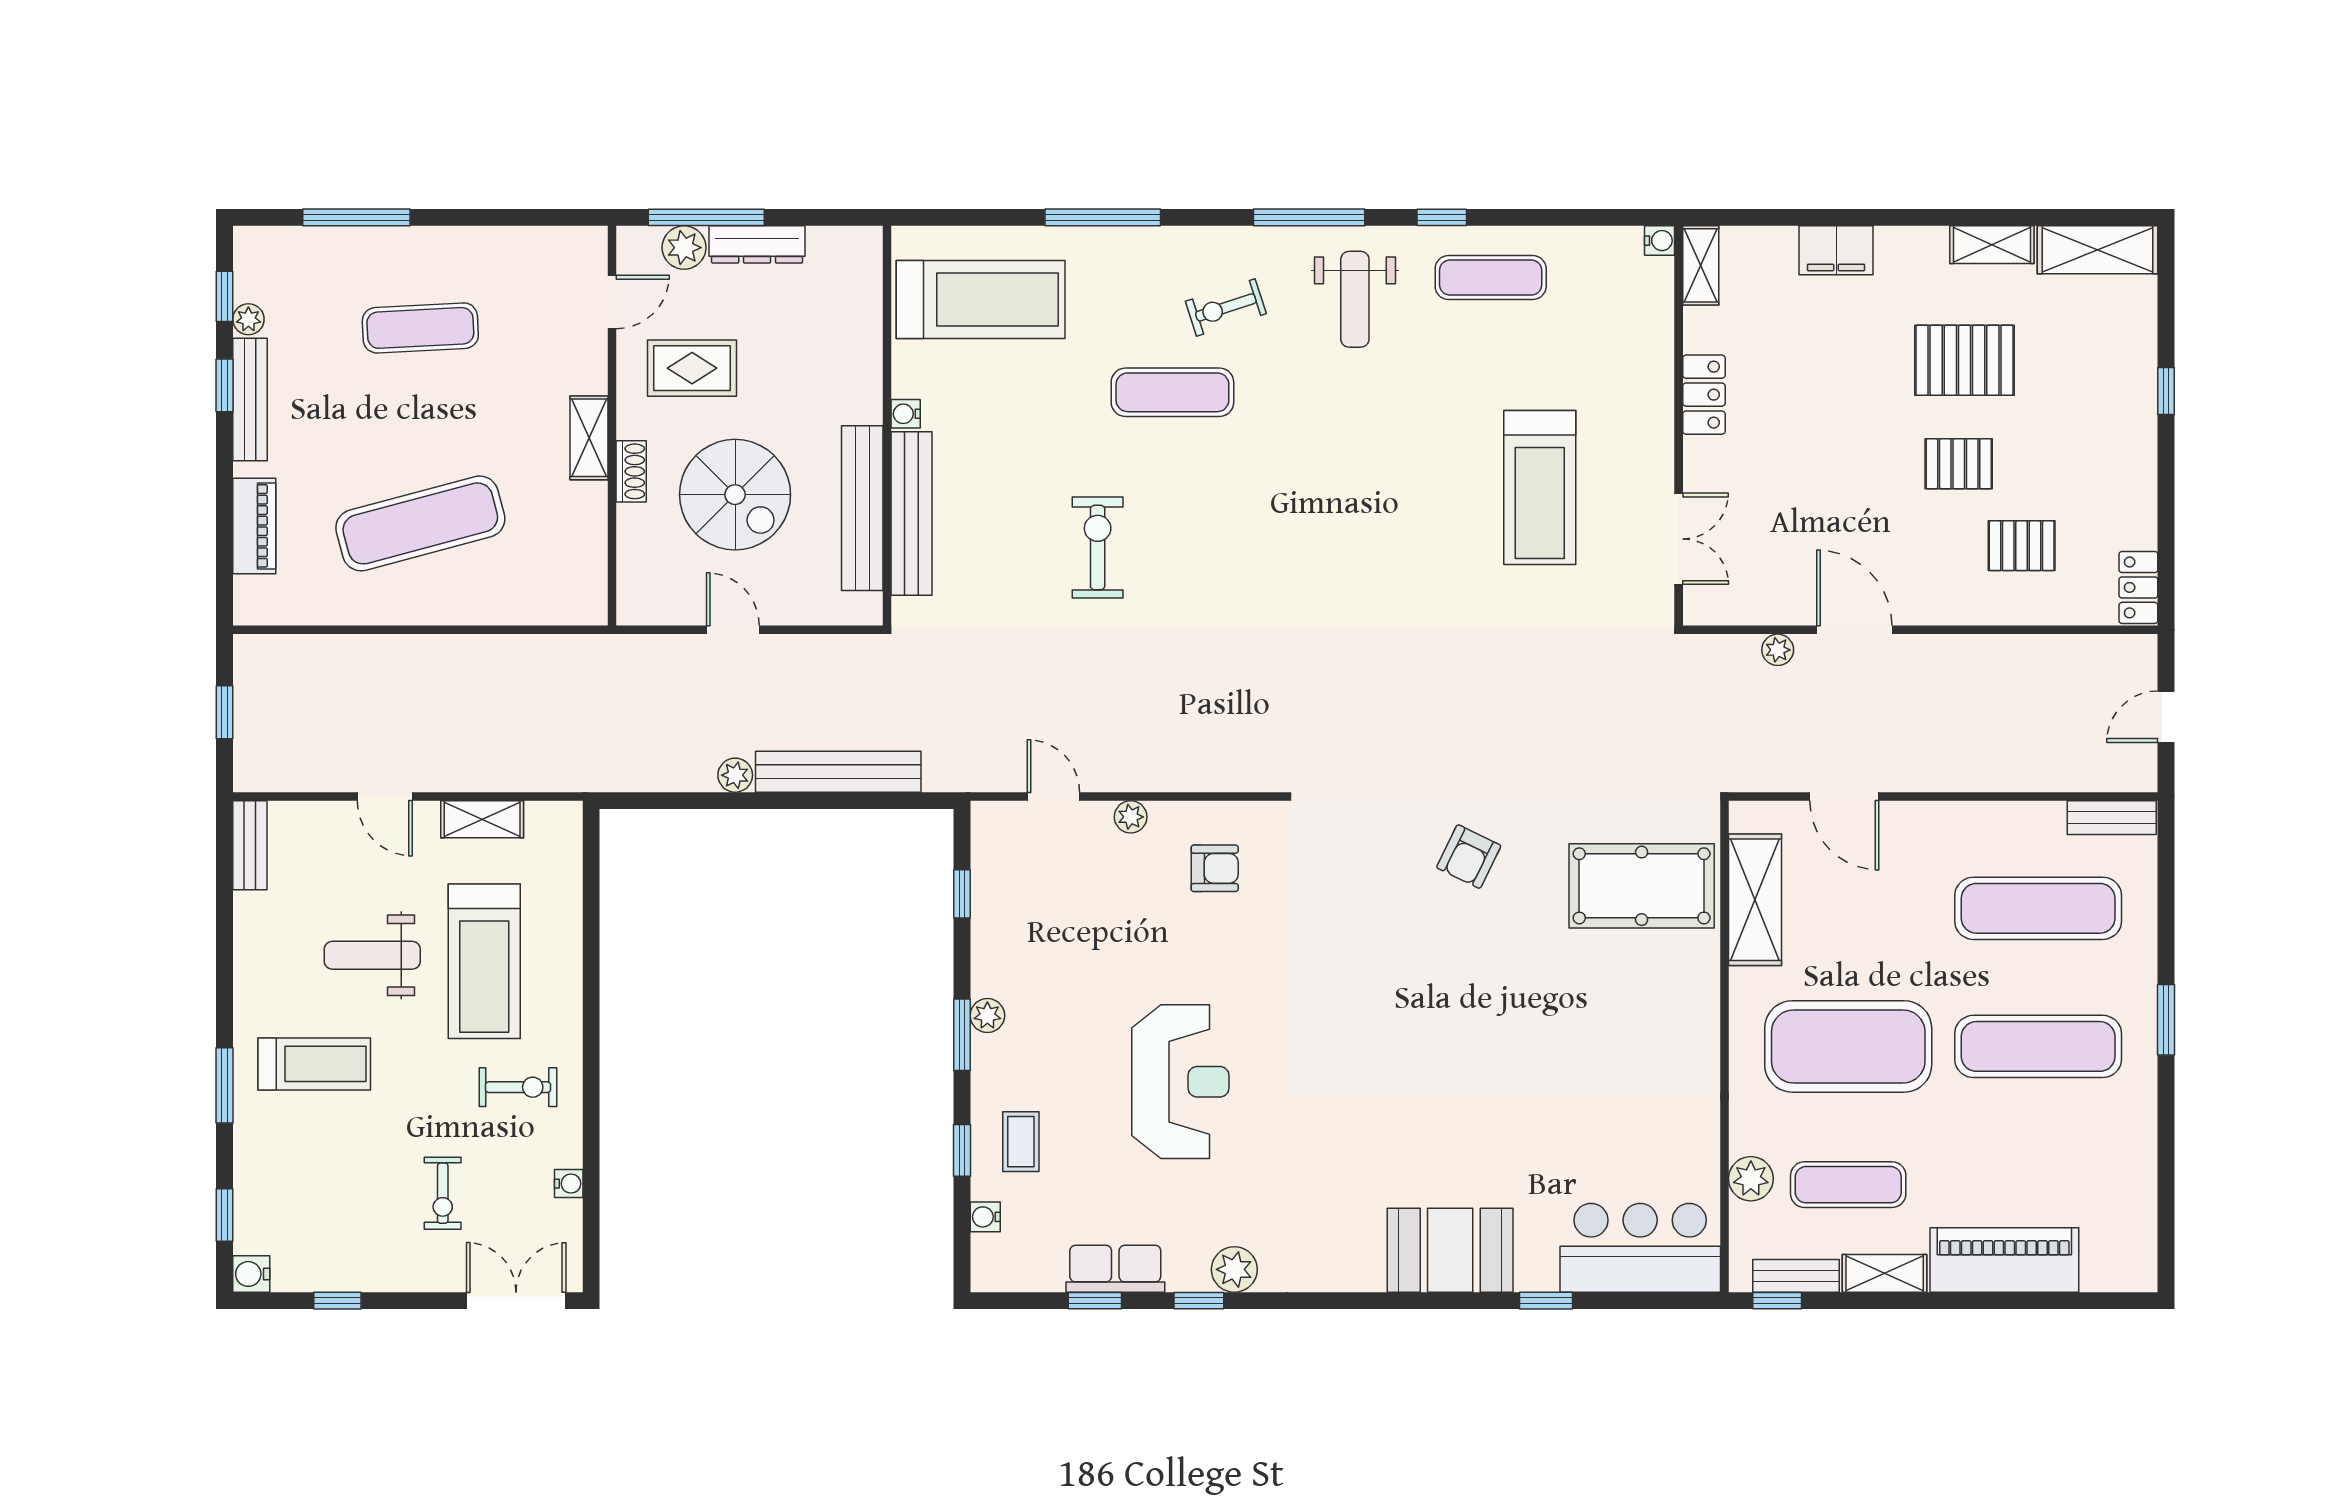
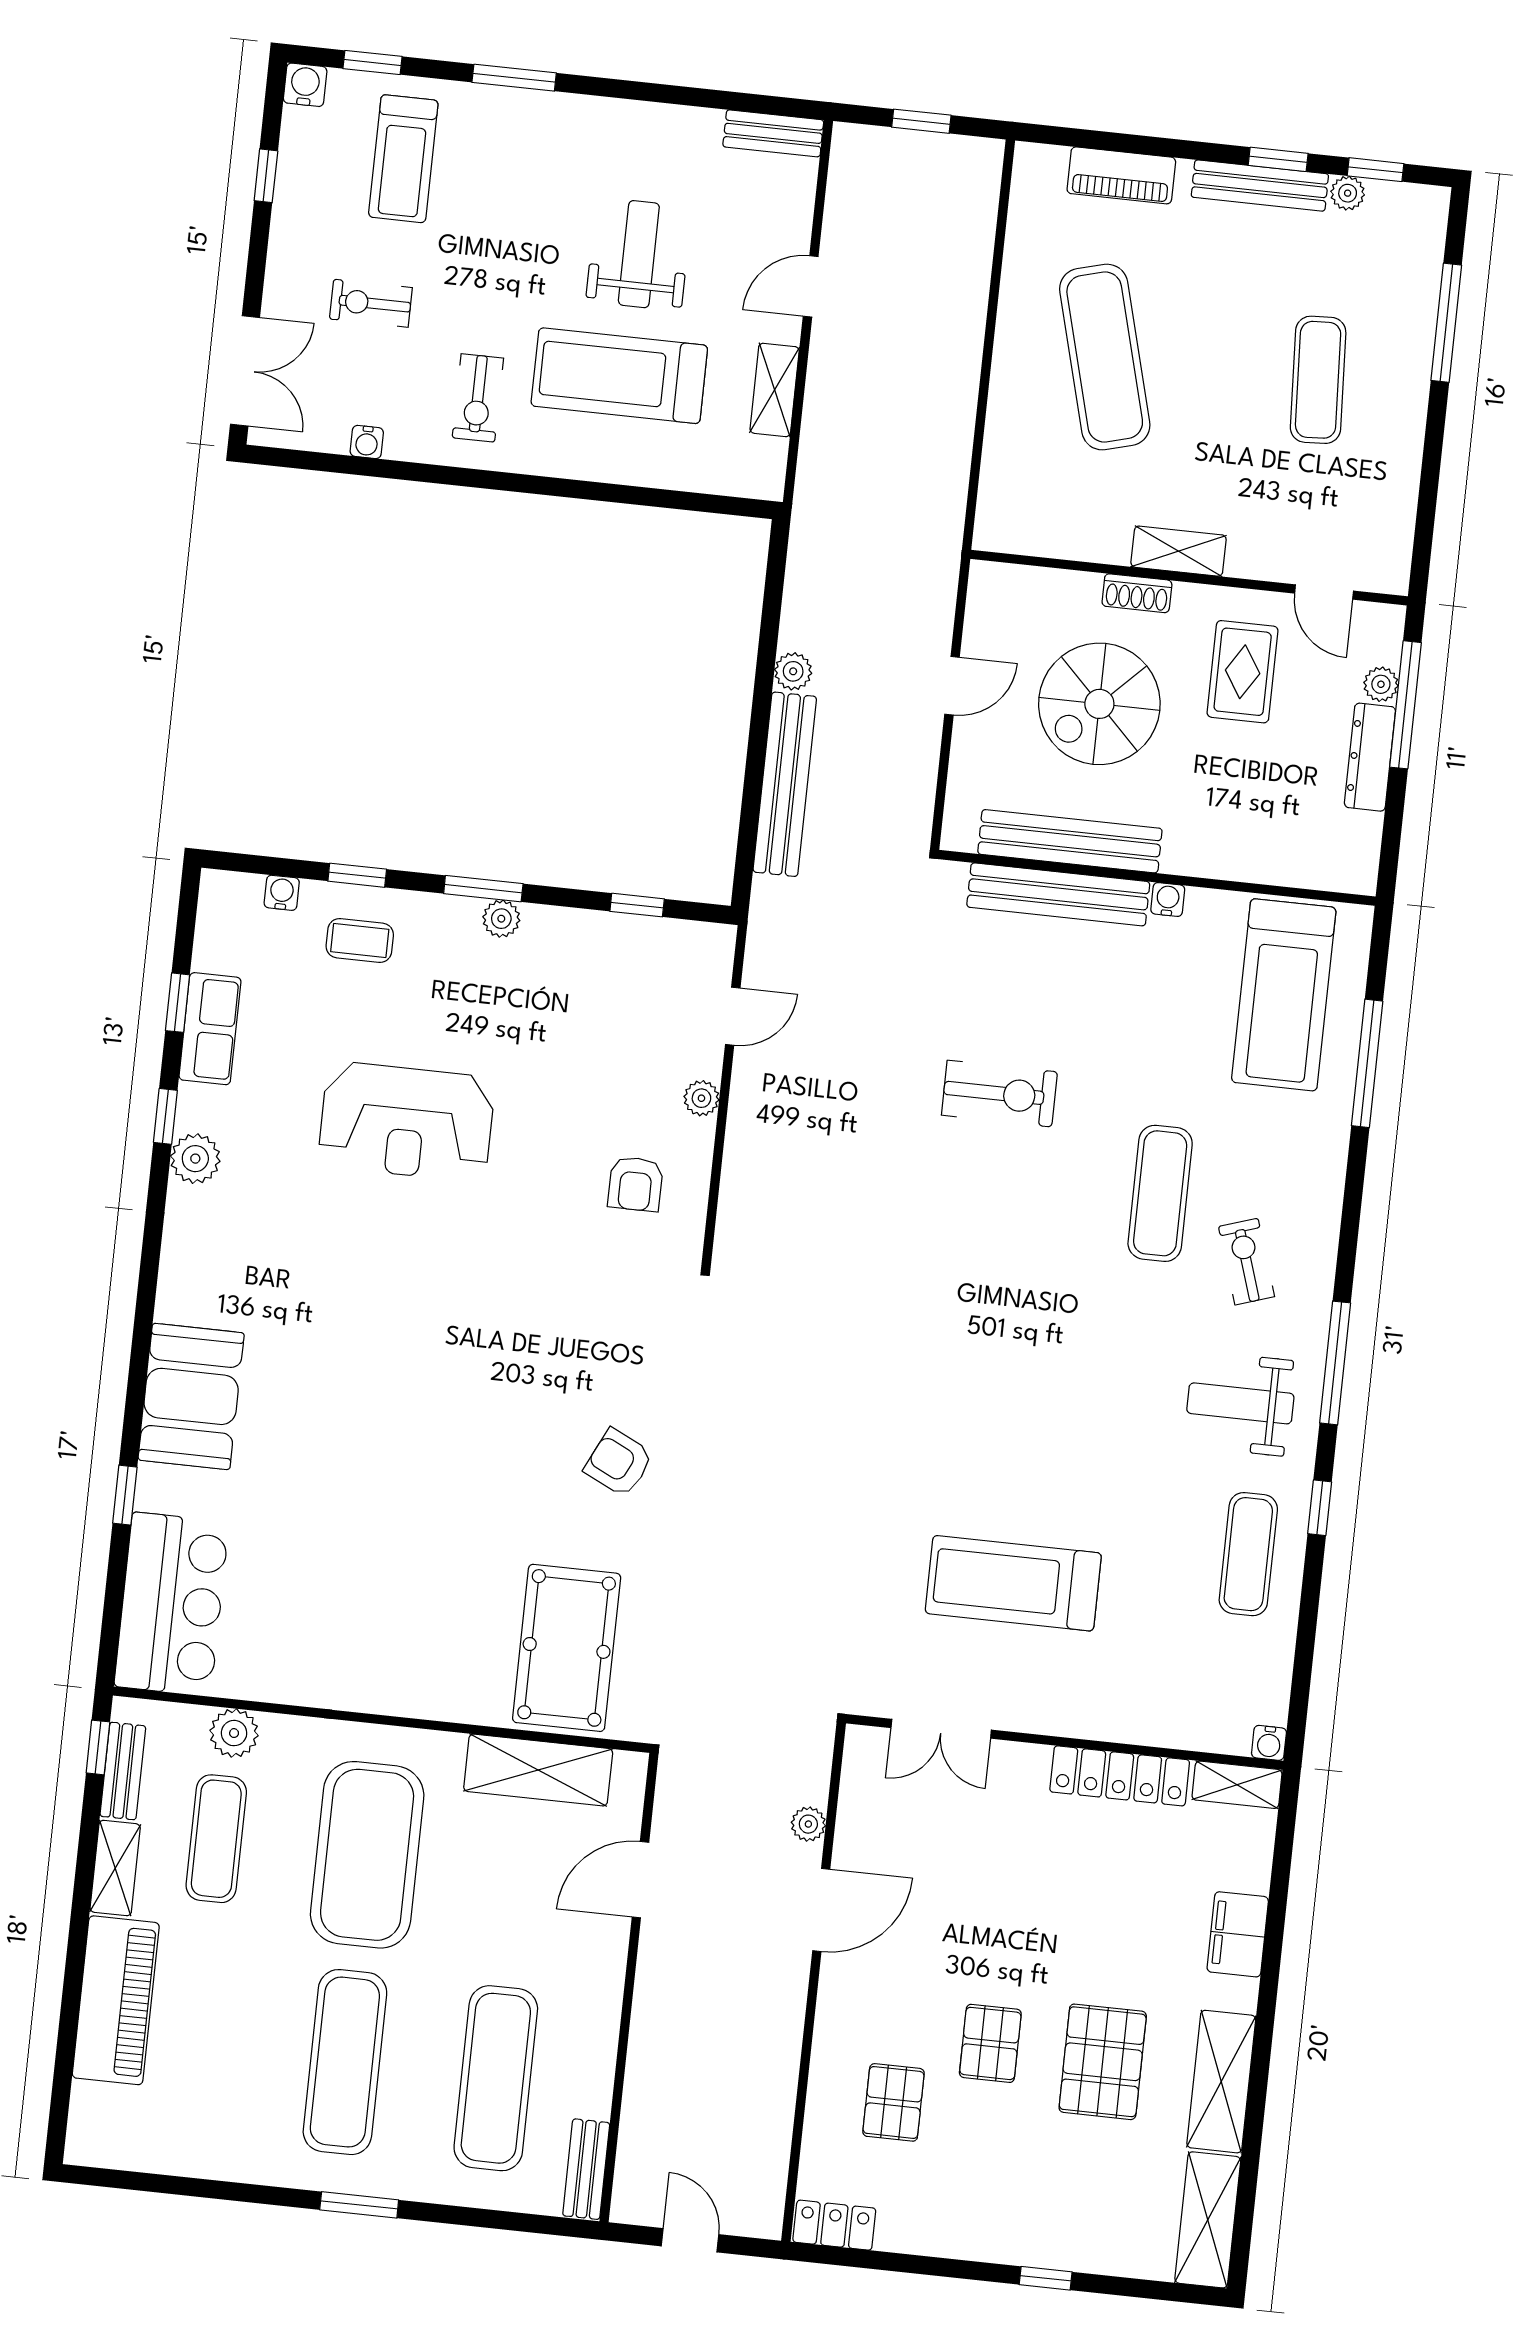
window: (1103, 217) -> (1367, 1063), moved
shelving: (1992, 245) -> (1221, 2082), width x1.50, depth x1.33
plant: (684, 248) -> (1381, 684), width x0.73, depth x0.73
locker: (1704, 395) -> (1120, 1776), width x1.53
treadmill: (314, 1064) -> (403, 159), moved

